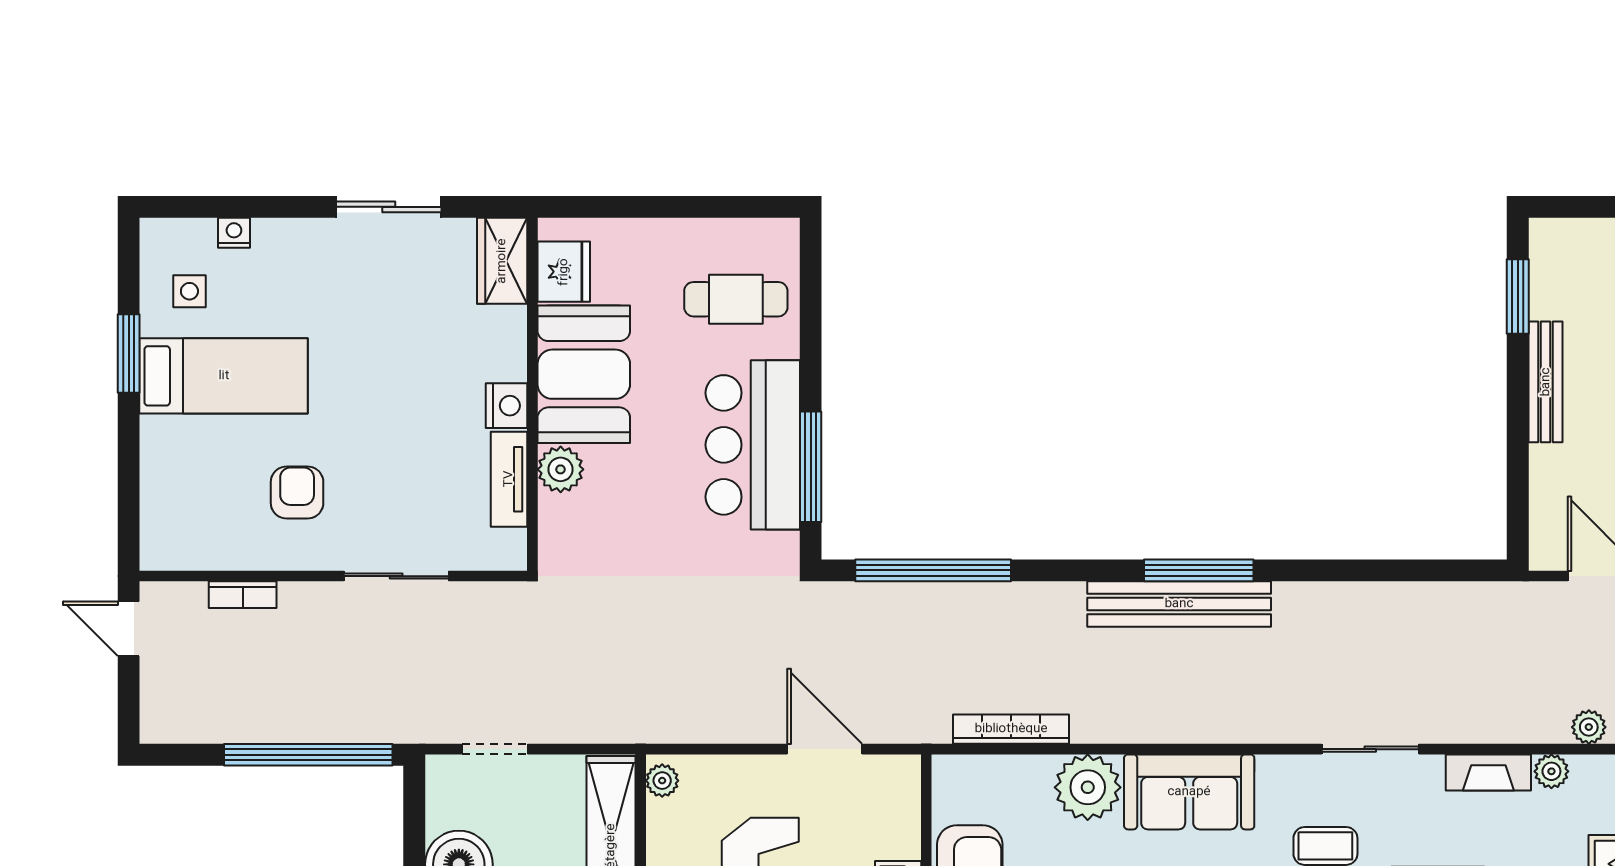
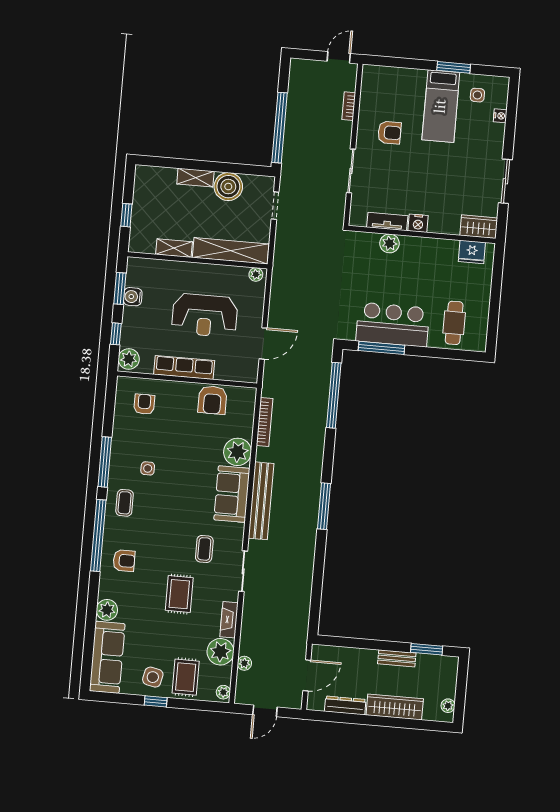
booth: (584, 374) -> (428, 257), removed
bench: (1546, 382) -> (397, 658), width x0.73
bench: (1179, 604) -> (261, 501), moved
plant: (1551, 771) -> (220, 652), width x1.88, depth x1.88

